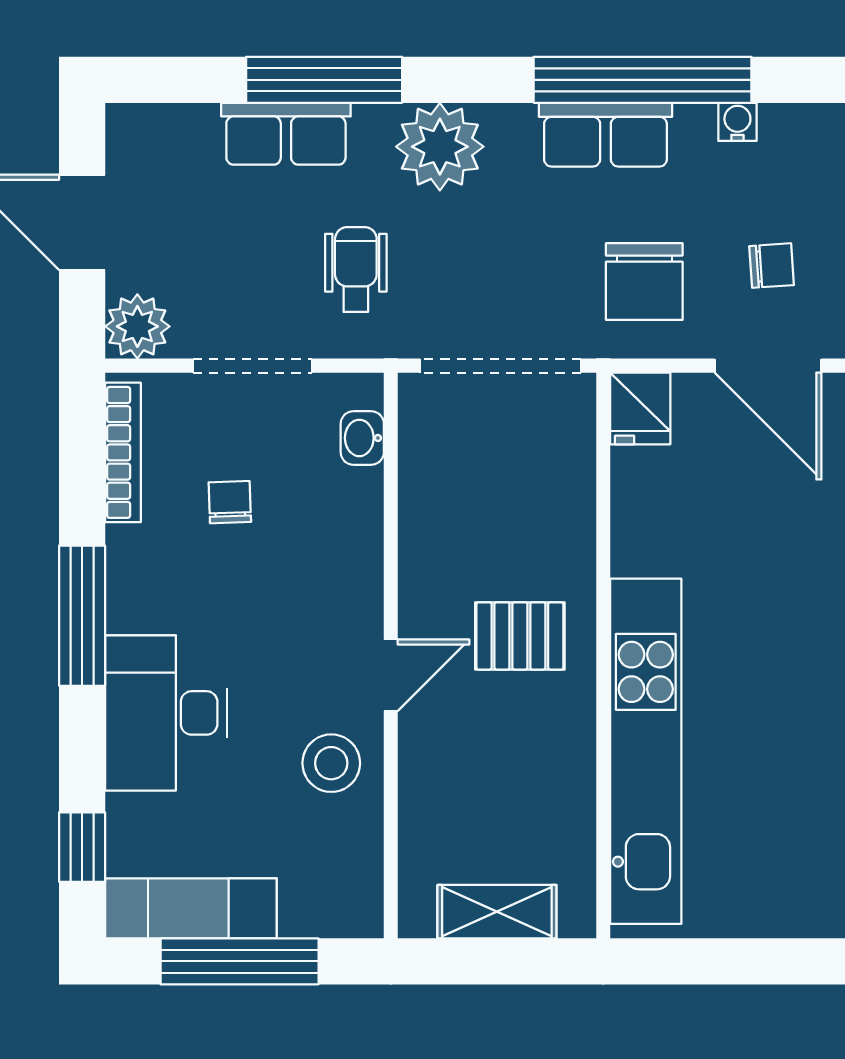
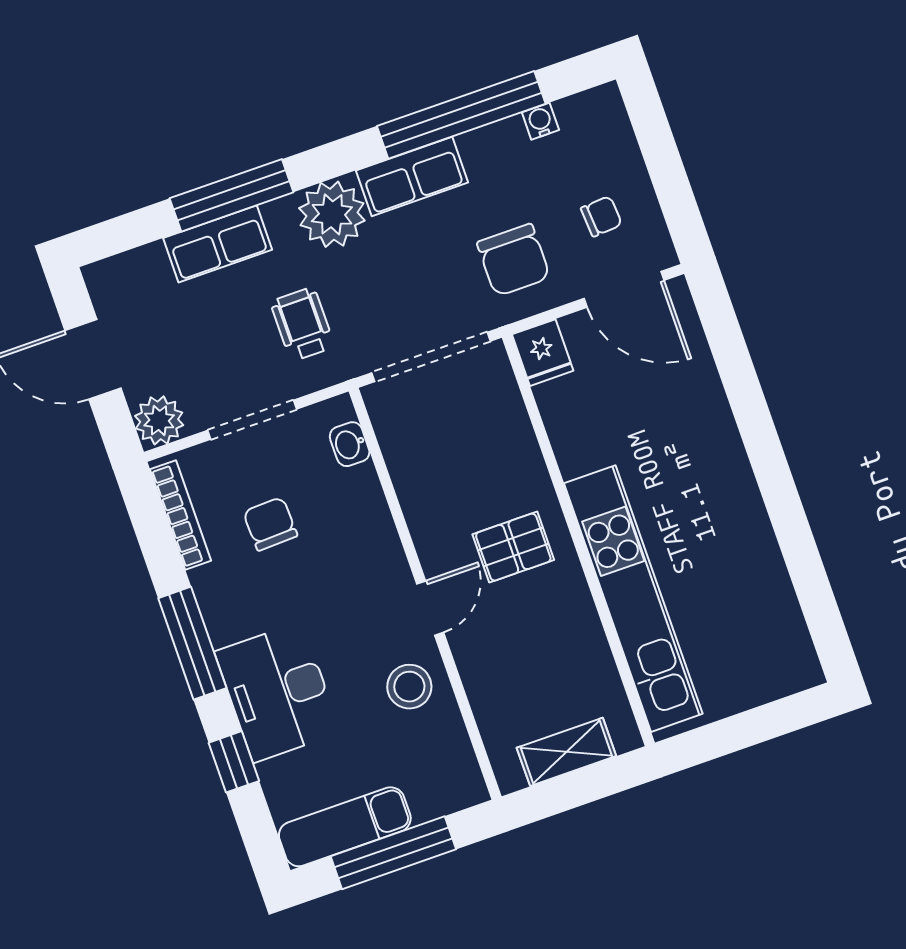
row of seats: (605, 135) -> (412, 177), moved
chair: (230, 502) -> (270, 524), width x1.37, depth x1.37
window: (82, 847) -> (234, 762), moved

